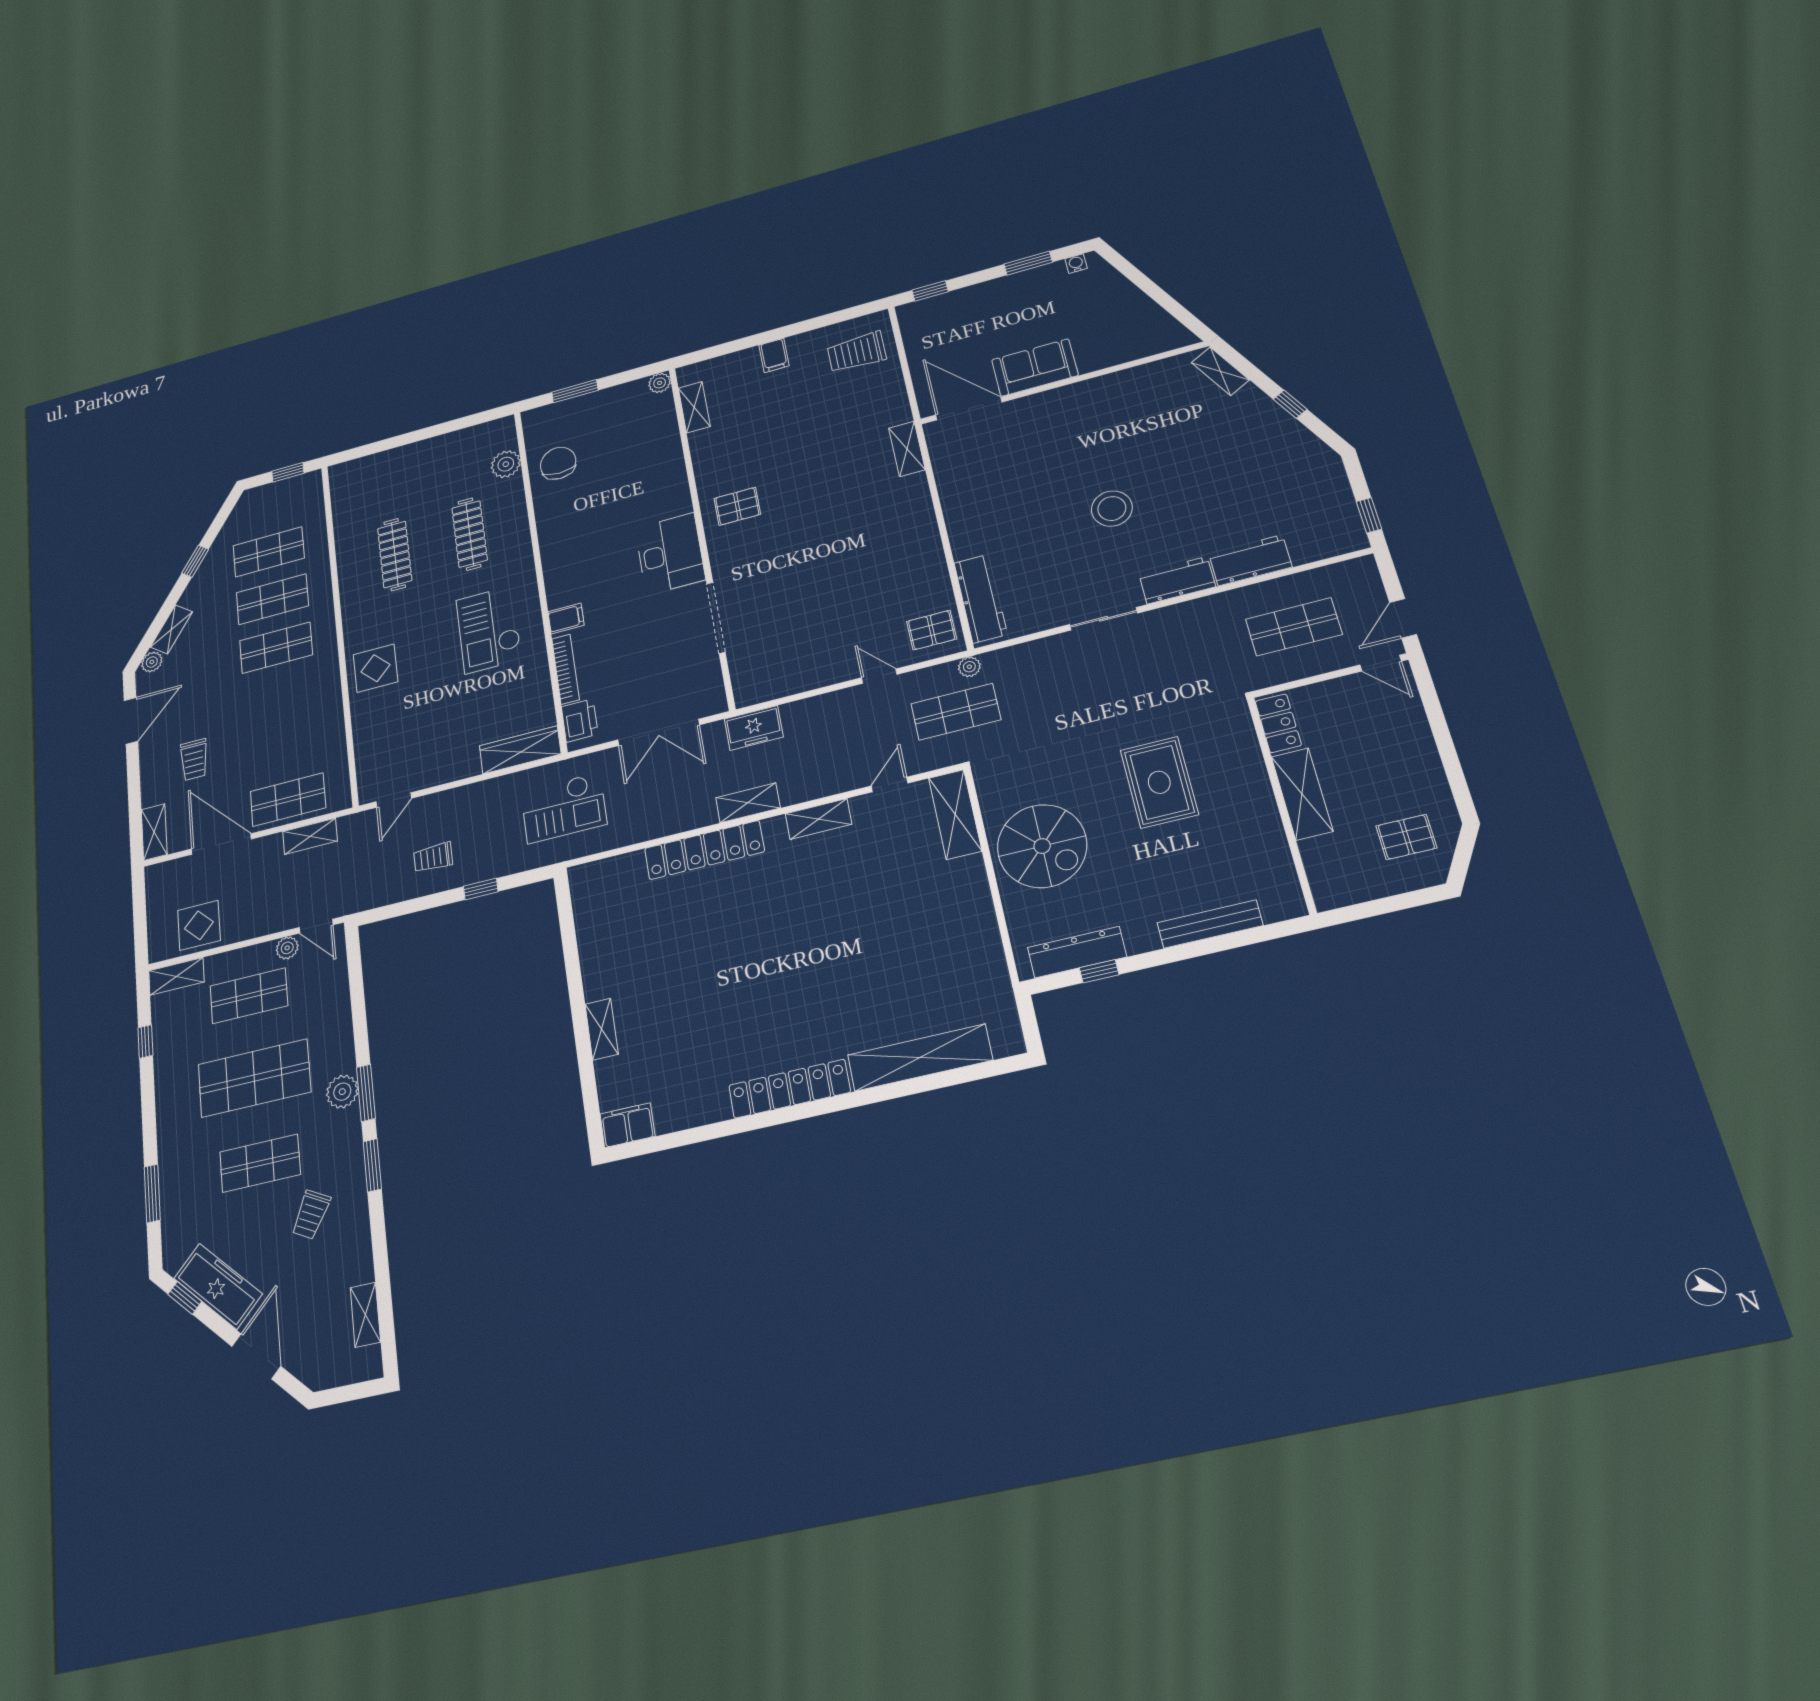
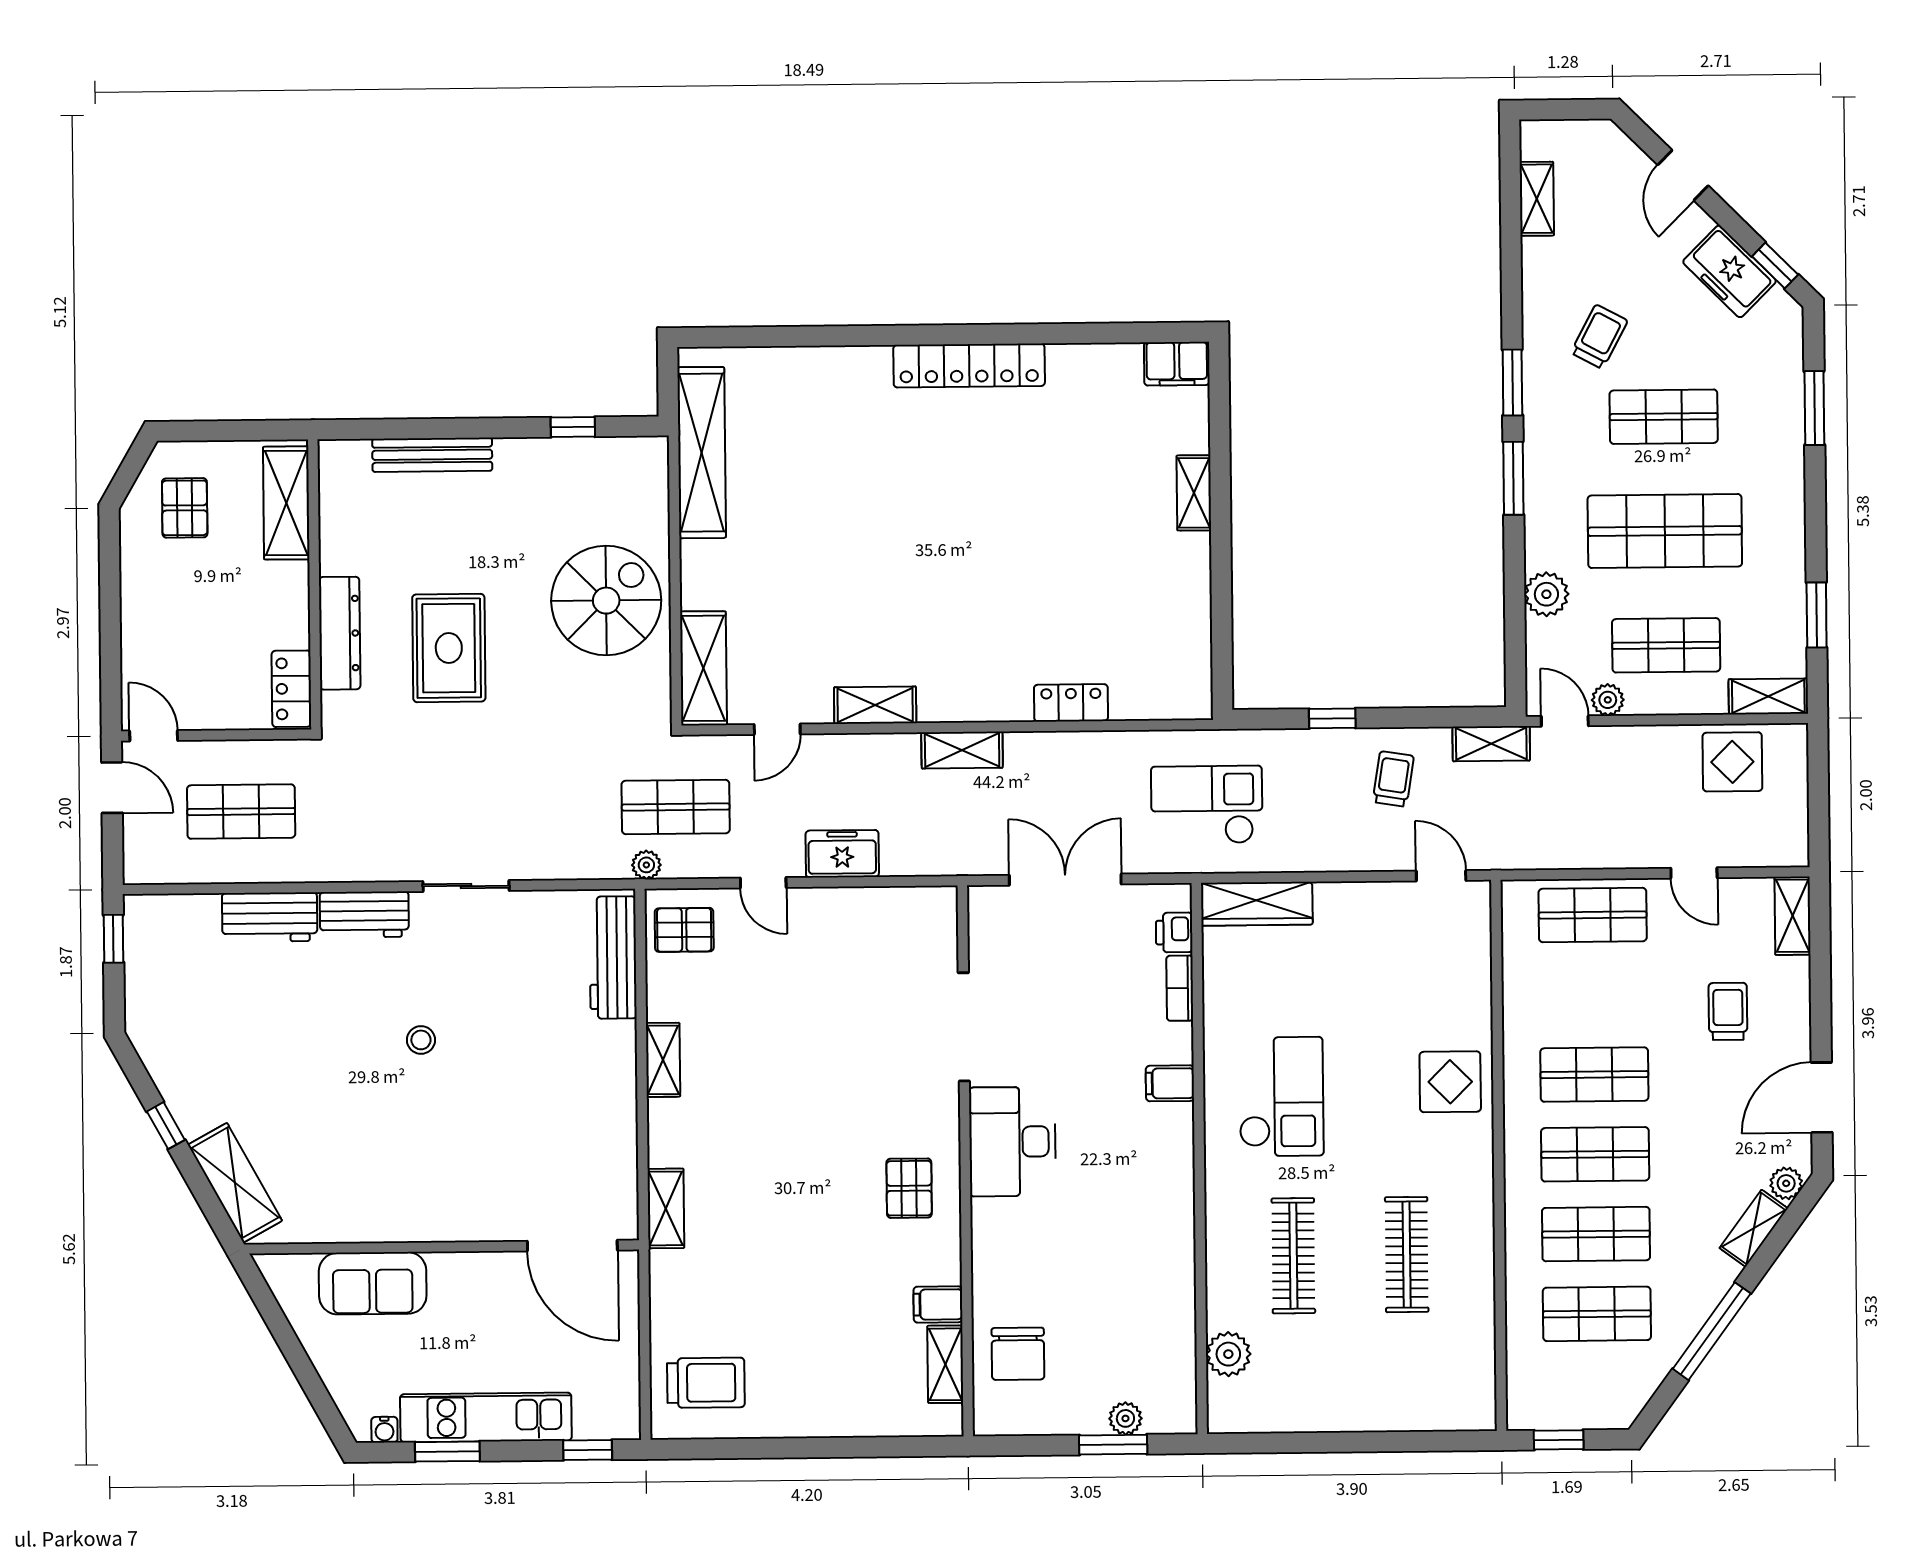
kitchen unit: (1006, 290) -> (486, 1417), added
filing cabinet: (774, 355) -> (938, 1304), moved, turned -90
sofa: (1035, 368) -> (373, 1283), moved
shelving: (1220, 371) -> (235, 1183), width x1.50, depth x1.33
plant: (660, 383) -> (1125, 1418), moved
chair: (558, 463) -> (1018, 1354), moved
pallet: (737, 506) -> (909, 1188), turned 90
stool: (1112, 509) -> (421, 1040), width x0.53, depth x0.53
shelving: (929, 541) -> (663, 1060), added
window: (195, 561) -> (1712, 1331), width x2.17
door: (1403, 618) -> (112, 788), hinge flipped
bookcase: (566, 669) -> (1180, 988), width x0.64
shop shelf: (280, 697) -> (1594, 1075), added
printer: (580, 720) -> (1174, 932), width x0.73, depth x0.81
freezer: (754, 728) -> (842, 854), moved
shelving: (1302, 794) -> (286, 503), moved
door: (394, 800) -> (1441, 876), hinge flipped
shelving: (310, 836) -> (1491, 744), moved
pallet: (1406, 837) -> (185, 508), turned 90
door: (221, 844) -> (1694, 873), width x0.53
spiral stairs: (1042, 846) -> (606, 601), turned 90
locker: (704, 850) -> (1071, 703), width x0.46, depth x0.83
trolley: (433, 857) -> (1393, 779), turned -81
dresser: (1077, 952) -> (340, 633), moved, turned -90
window: (145, 1042) -> (1817, 615), width x1.50
shelving: (920, 1058) -> (702, 453), moved, turned 90
plant: (342, 1092) -> (1546, 594), moved
freezer: (218, 1286) -> (1730, 271), width x0.71
door: (256, 1356) -> (1683, 175), width x0.73

